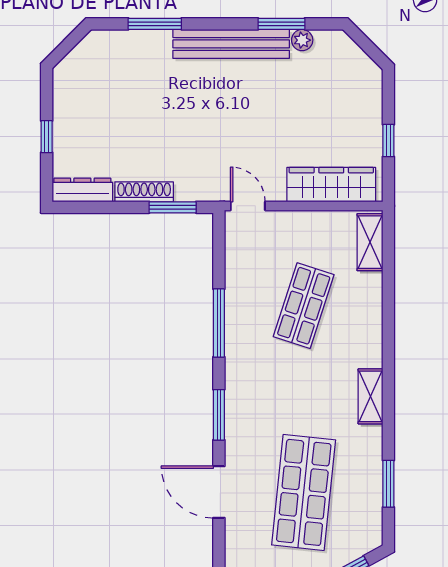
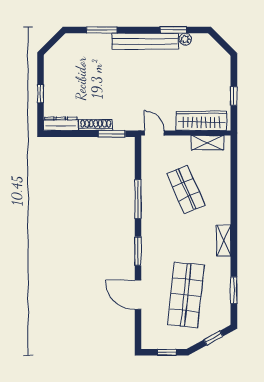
shelving: (370, 242) -> (208, 143), moved, turned 90
shop shelf: (304, 306) -> (186, 189), turned -42

